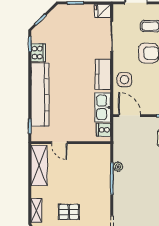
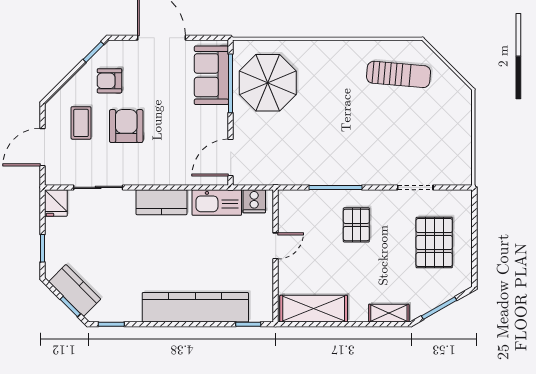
kitchen counter: (50, 22) -> (75, 290), added
cooker: (38, 53) -> (125, 310), removed
side table: (124, 80) -> (171, 166), removed
door: (59, 143) -> (276, 246), moved
plant: (118, 167) -> (316, 177), removed
pallet: (69, 212) -> (356, 225), moved

